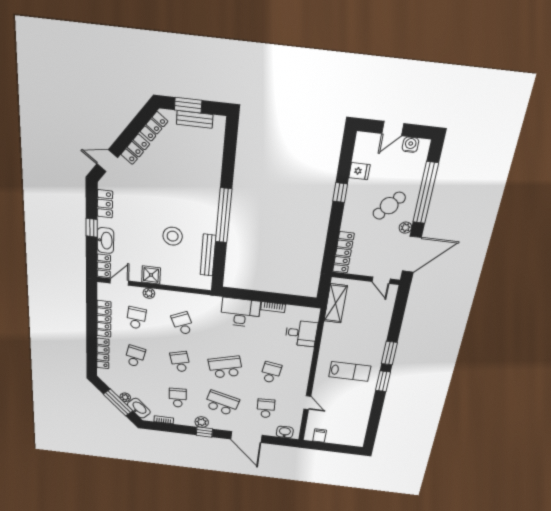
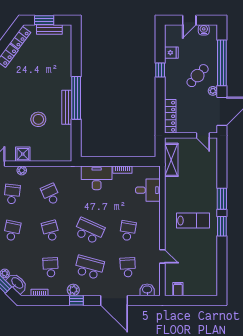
bench: (208, 255) -> (67, 107), moved
school desk: (225, 367) -> (89, 231), turned 39

